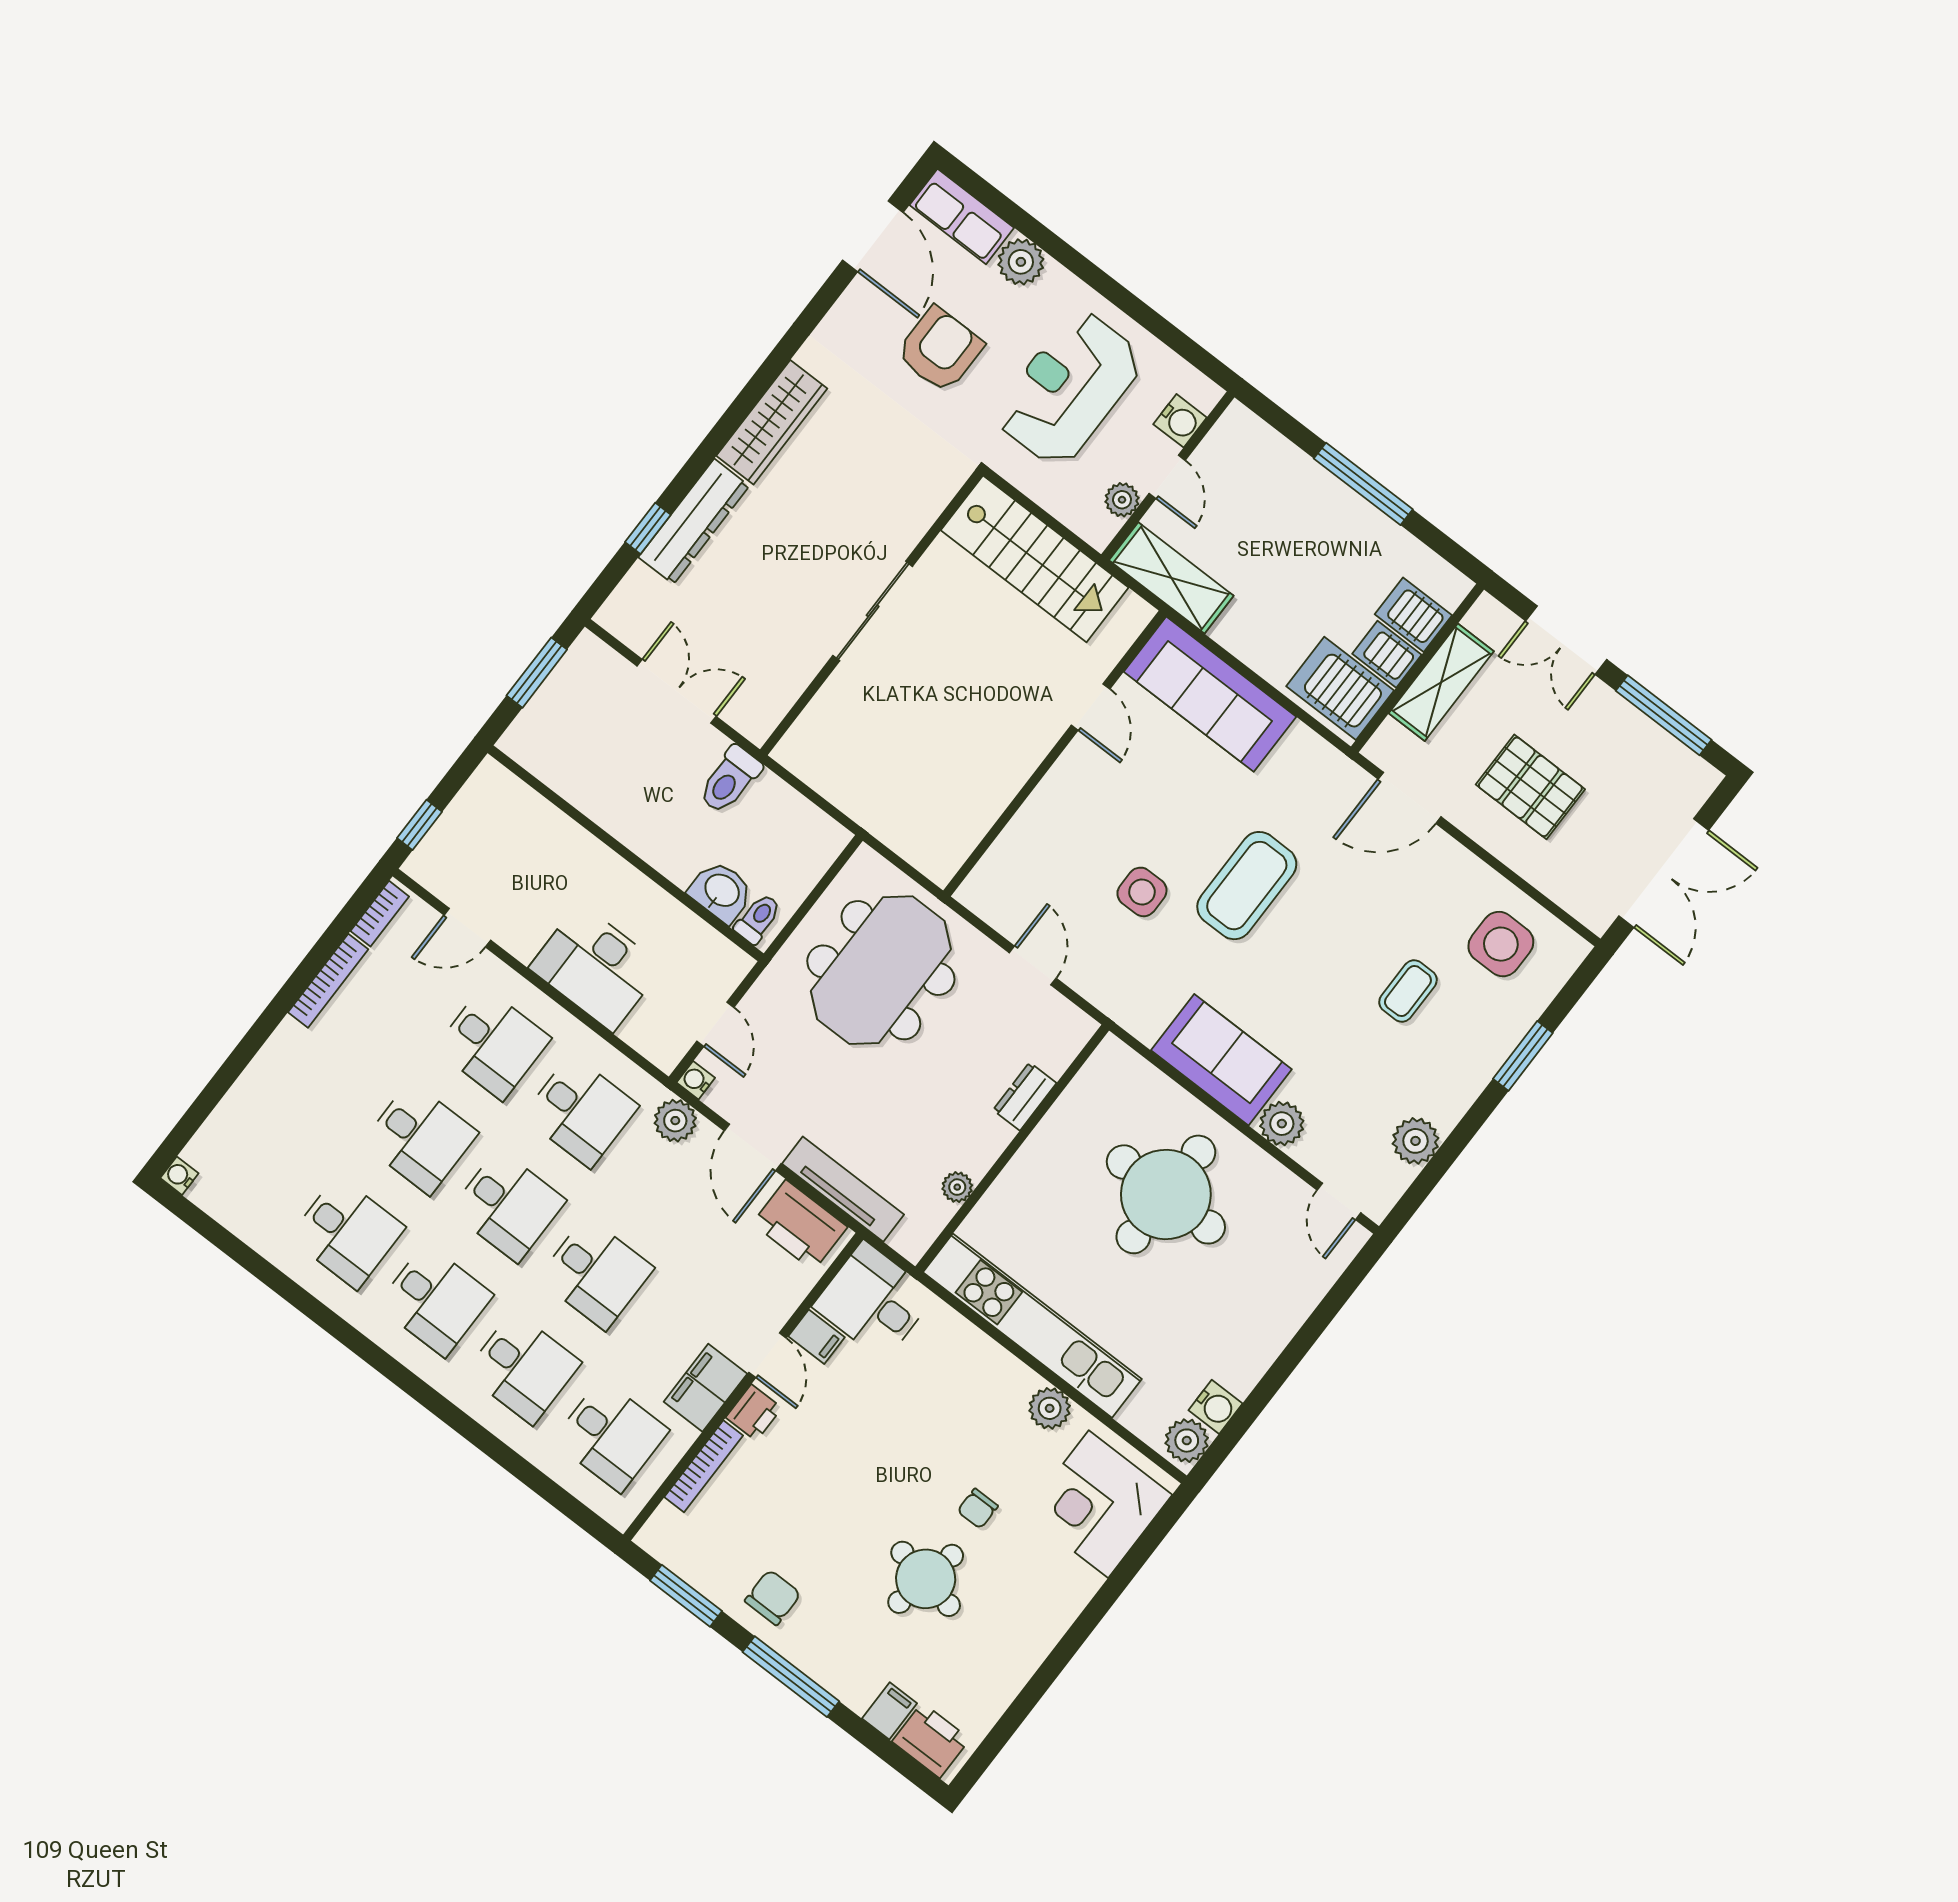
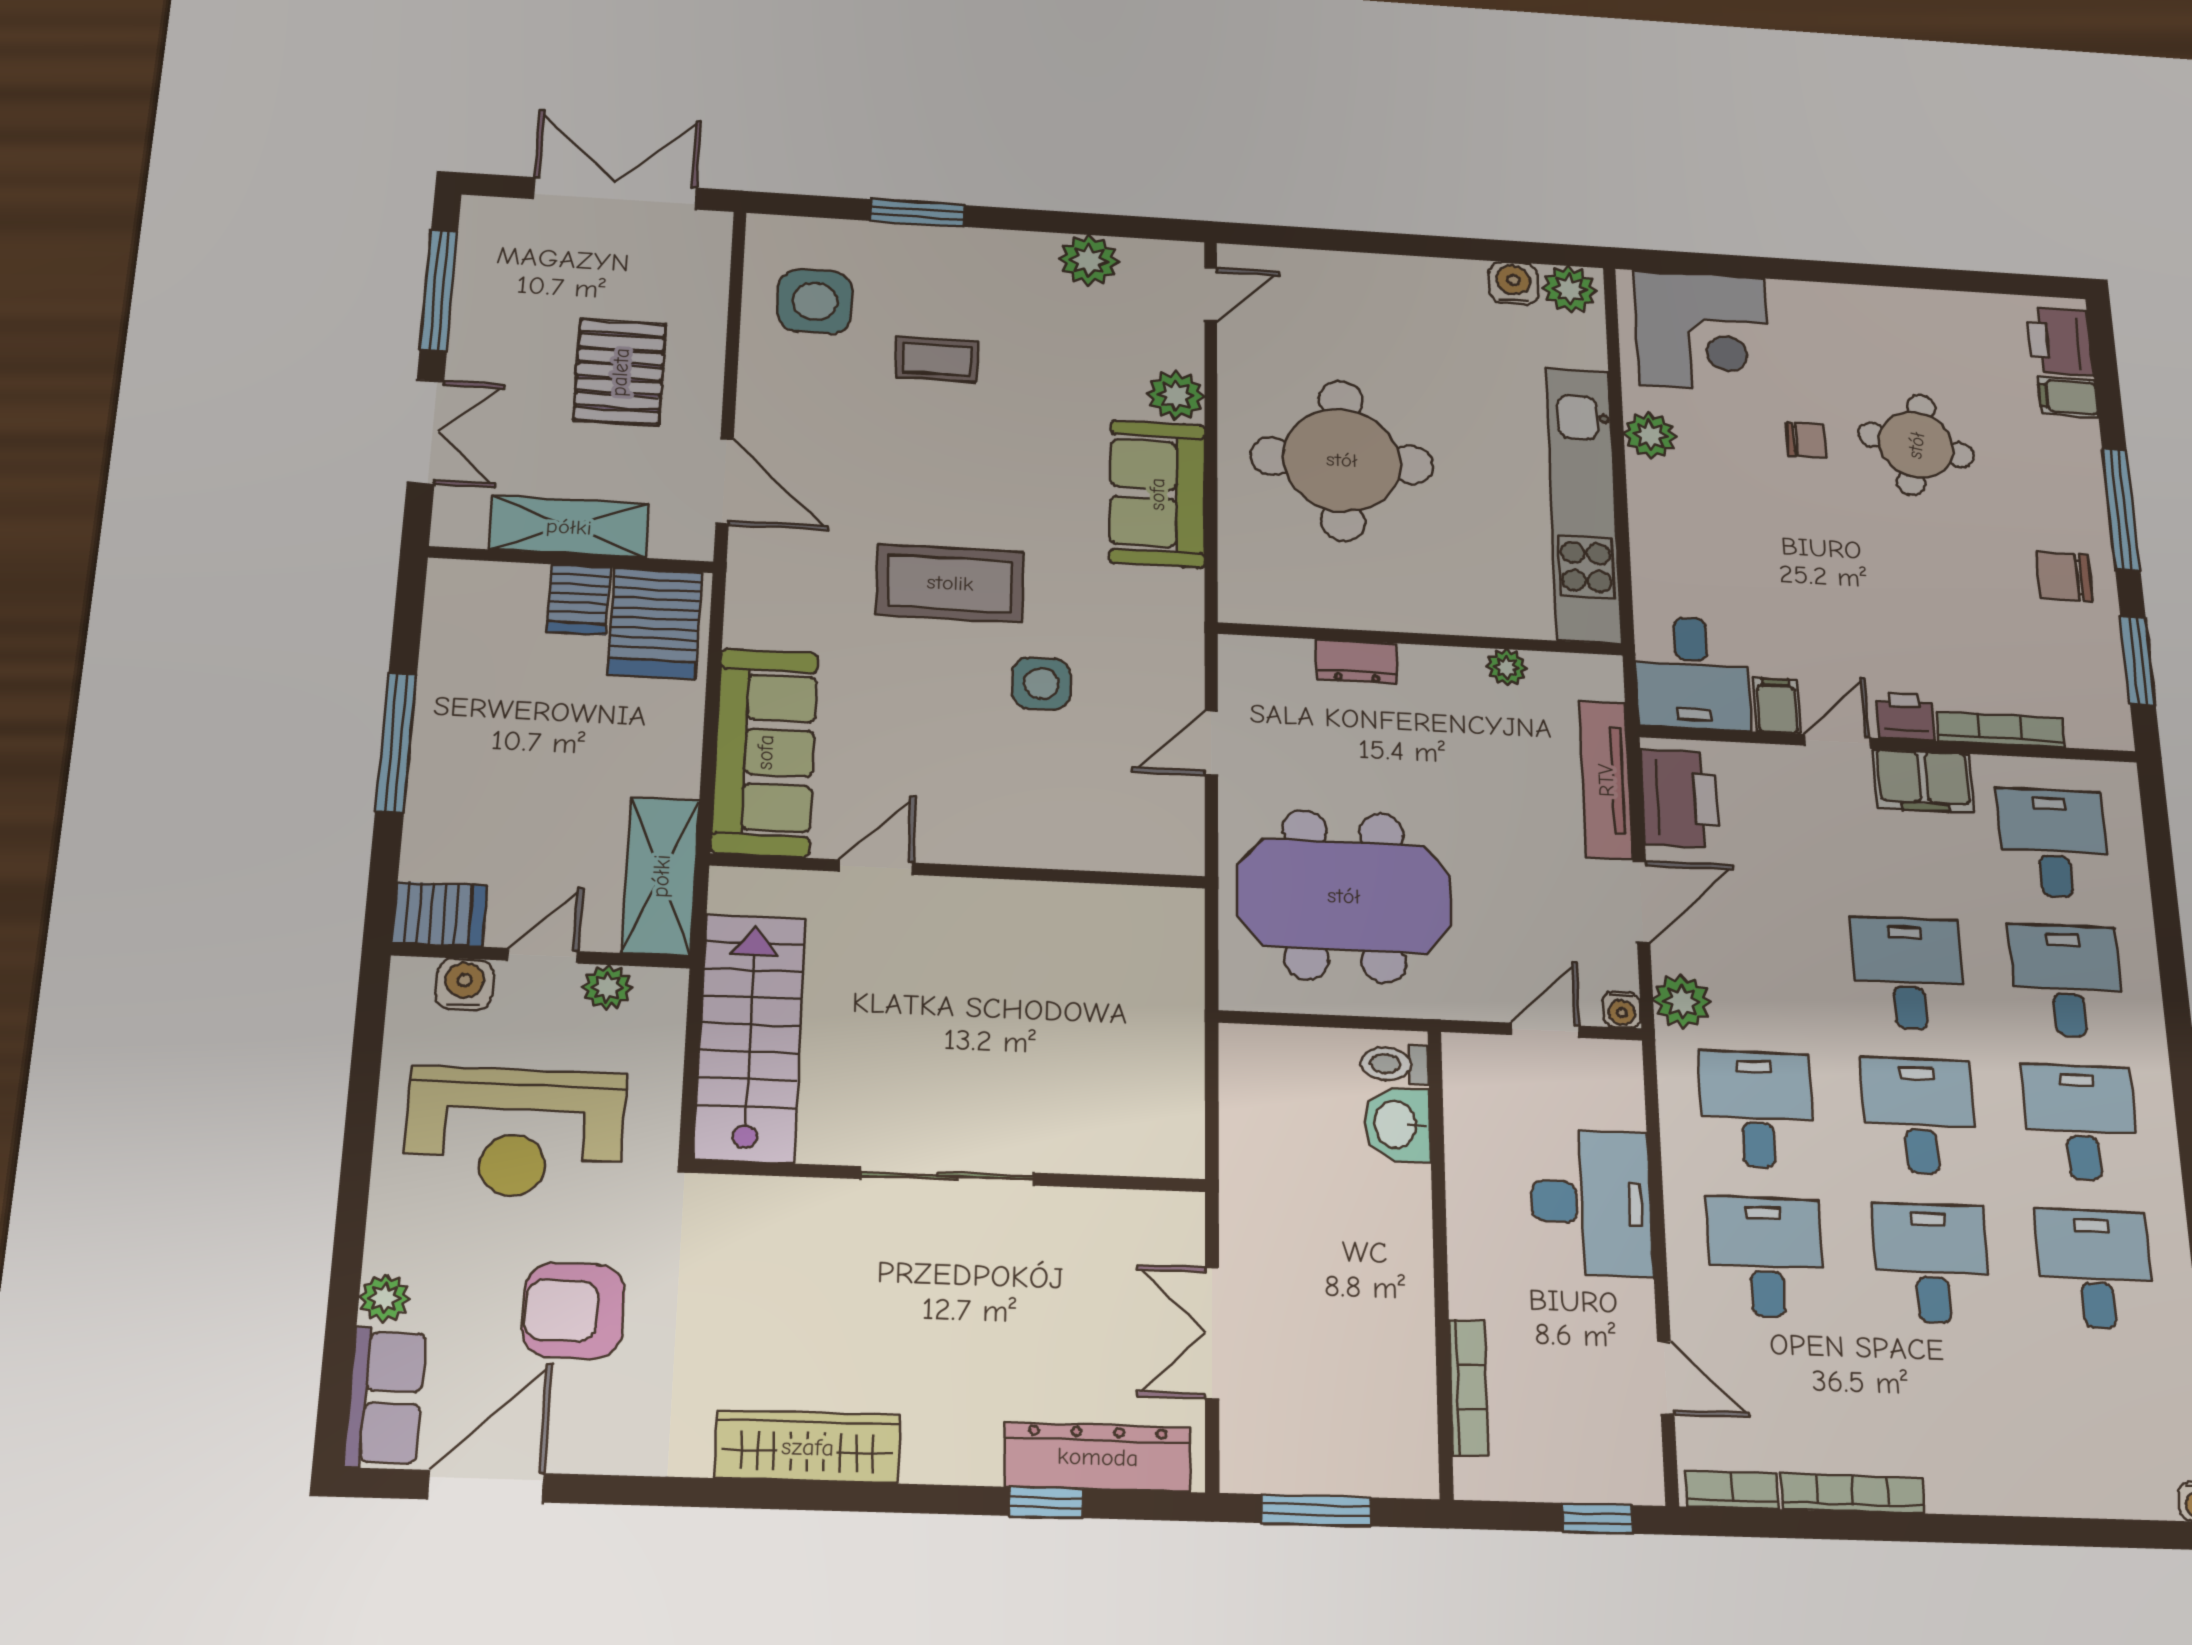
plant: (1021, 262) -> (384, 1298), width x0.73, depth x0.73
dresser: (694, 522) -> (1098, 1457), moved
server rack: (1413, 615) -> (440, 914), moved, turned -90
toilet: (730, 780) -> (1266, 1202), removed
bookcase: (543, 811) -> (1468, 1387), added

